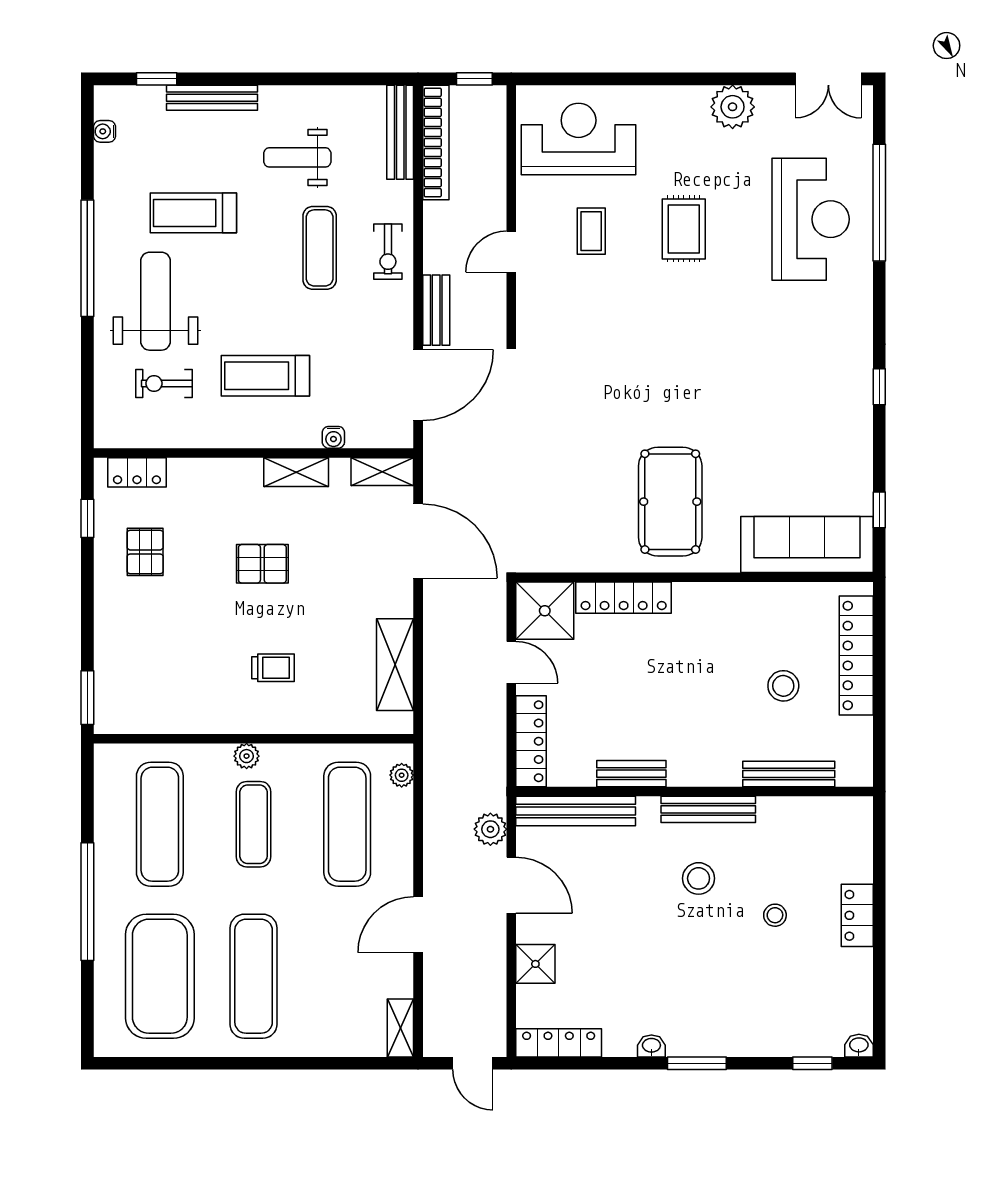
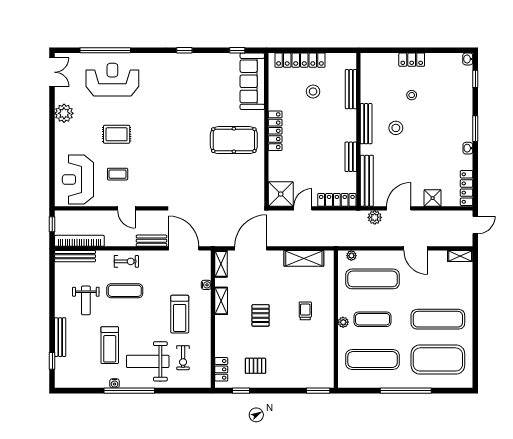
water cooler: (104, 131) -> (115, 383), moved
locker: (624, 598) -> (275, 131), moved

